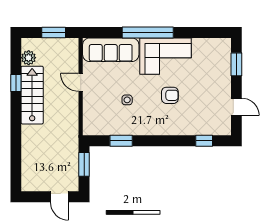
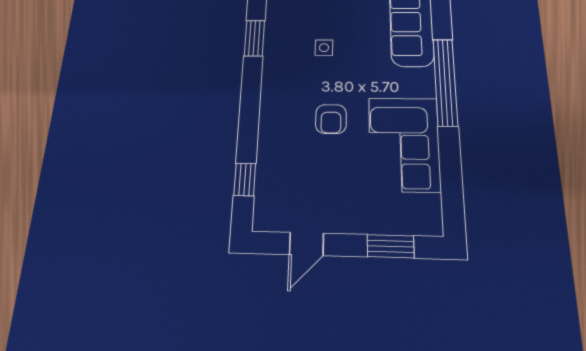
corner sofa: (166, 56) -> (404, 144), moved

